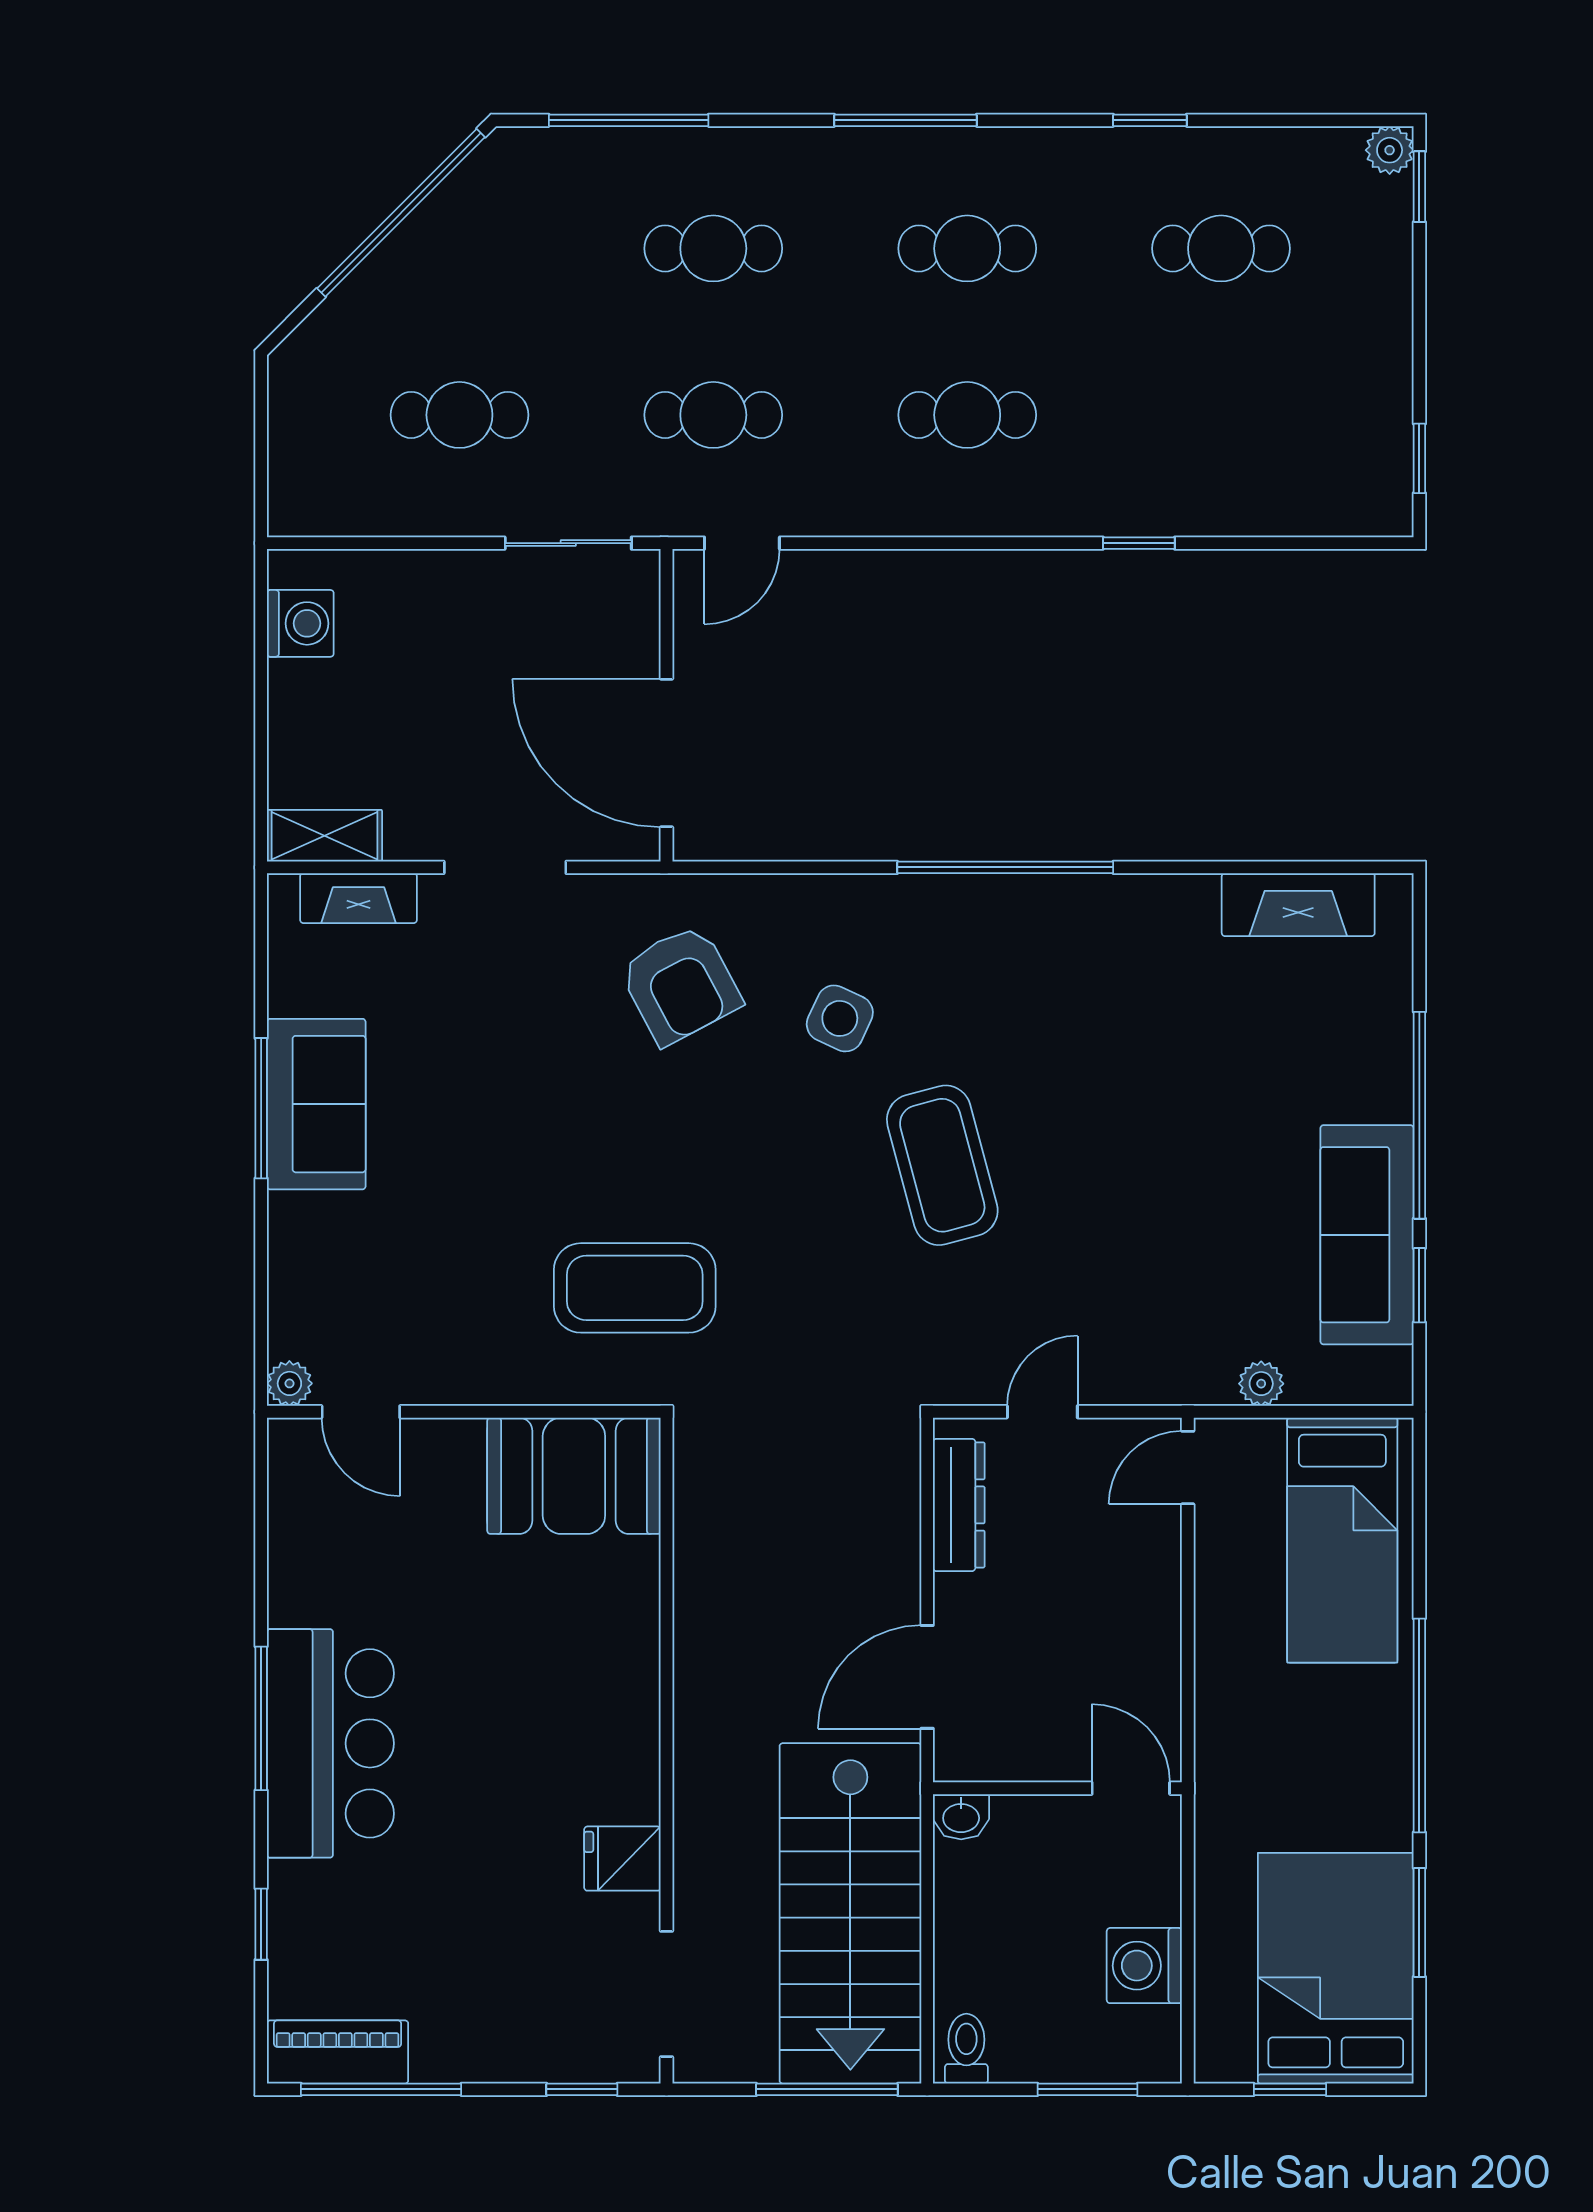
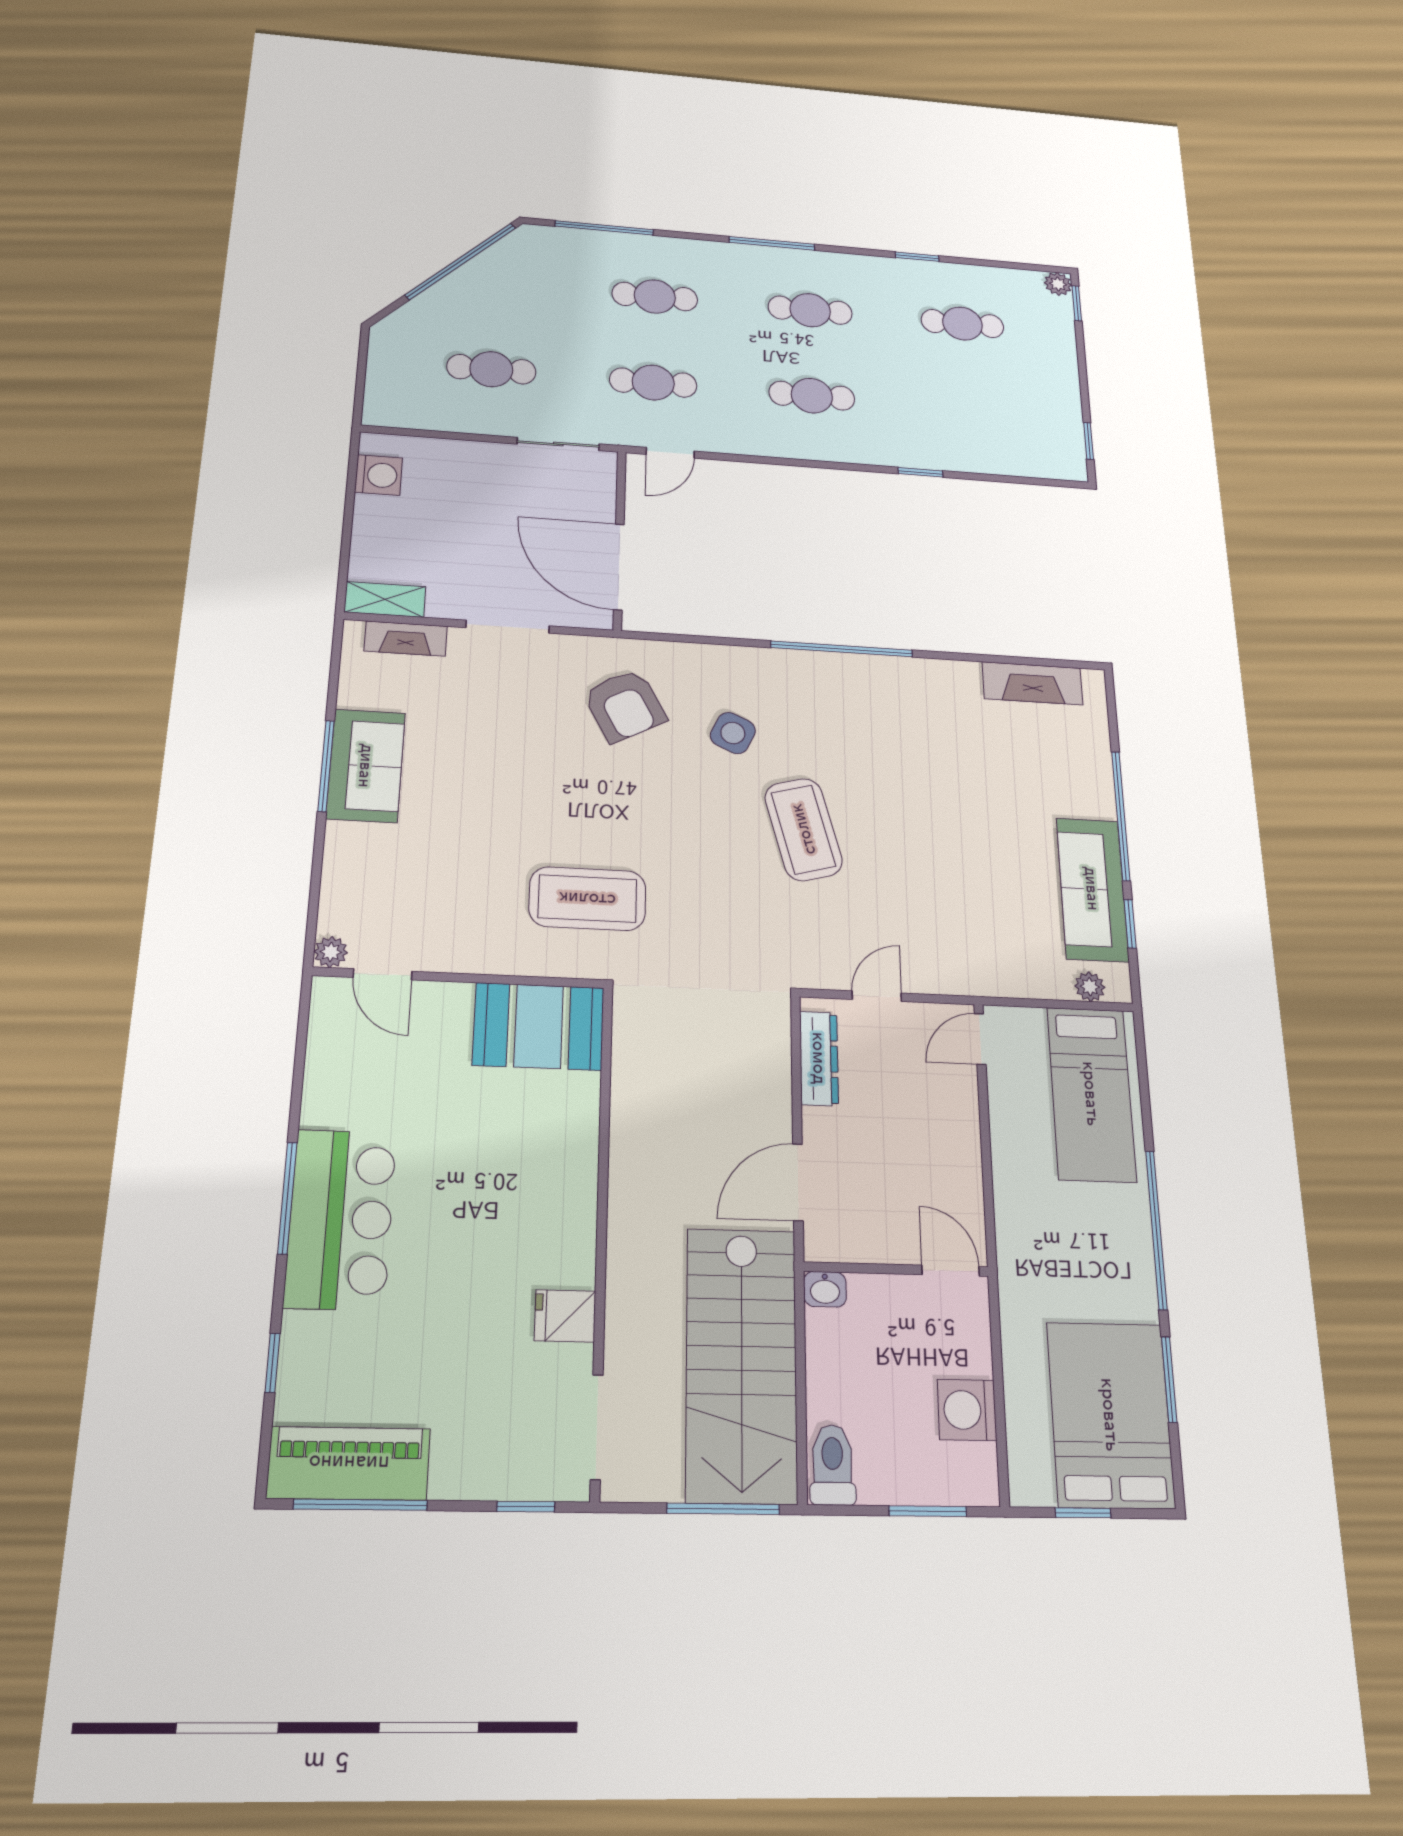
plant: (1261, 1384) -> (1090, 987), moved
toilet: (966, 2049) -> (832, 1465), width x1.37, depth x1.39
piano: (338, 2052) -> (349, 1463), width x1.37, depth x1.33

